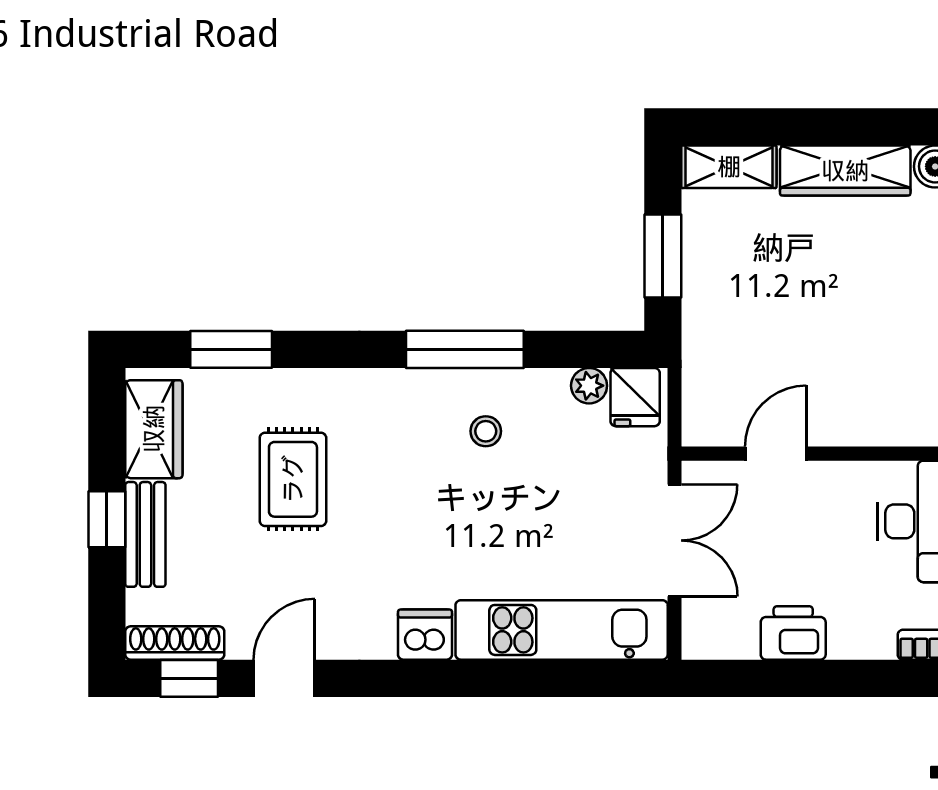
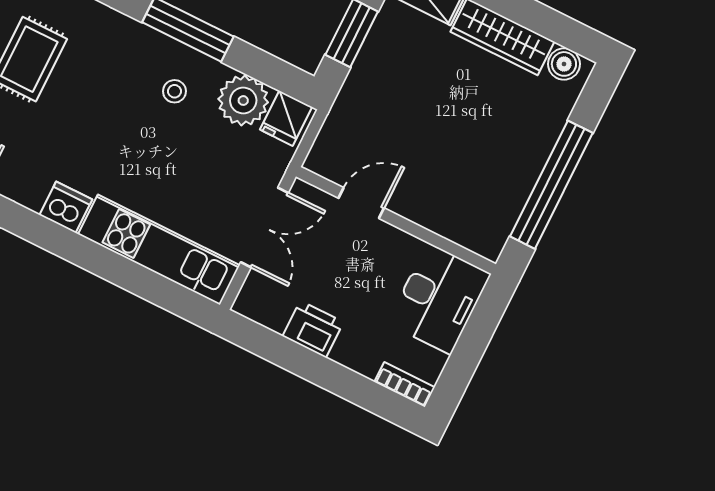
plant: (589, 386) -> (243, 101), width x1.88, depth x1.88

